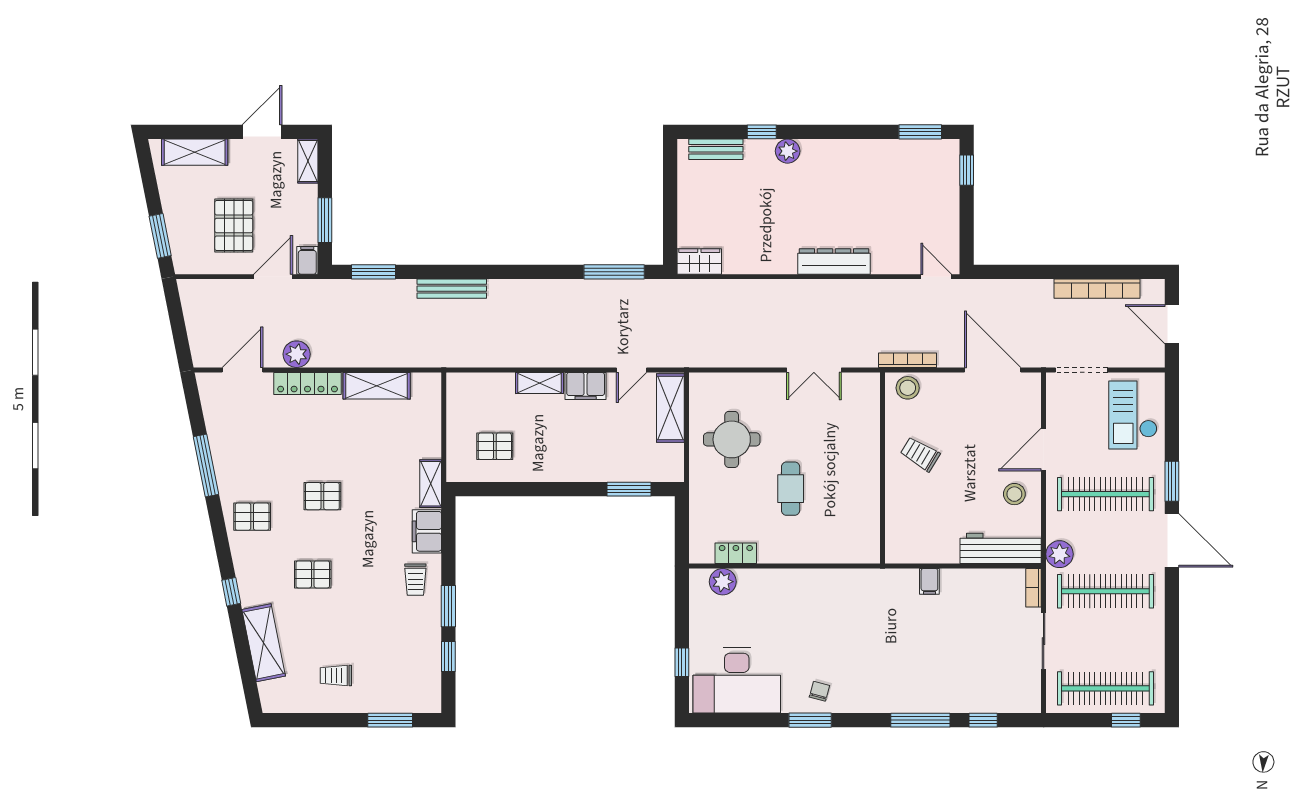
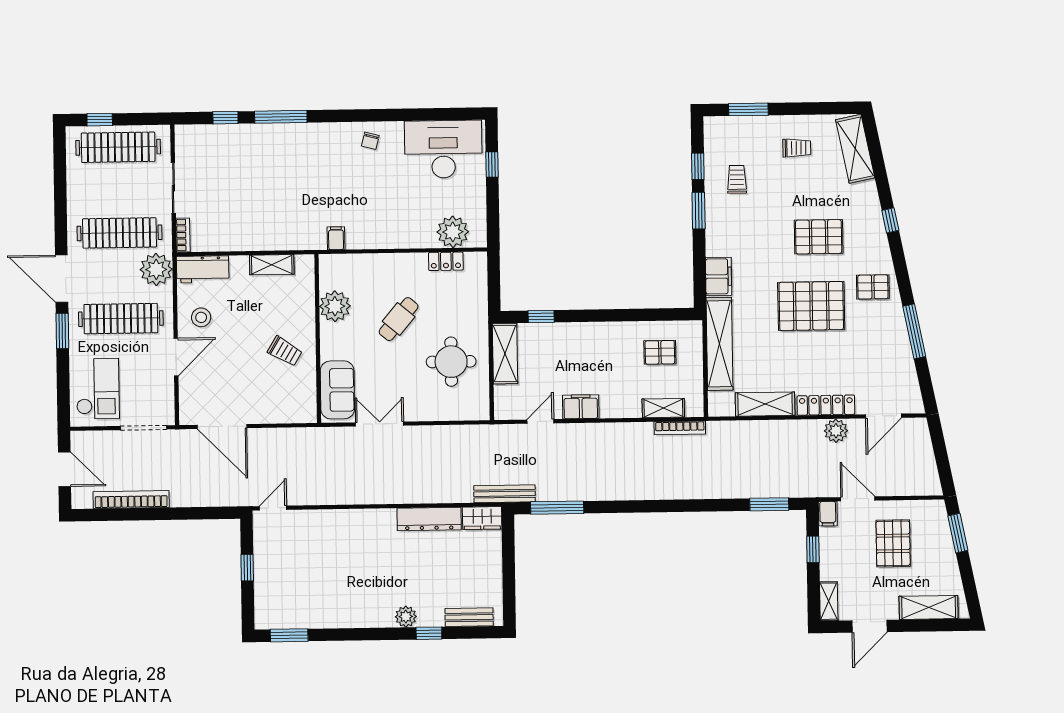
window: (967, 170) -> (247, 568), moved
window: (325, 220) -> (813, 549), width x0.67
dresser: (834, 261) -> (429, 519), moved
door: (273, 277) -> (858, 499), swing flipped
door: (936, 277) -> (273, 508), swing flipped
bench: (452, 289) -> (505, 494), moved
bookcase: (908, 360) -> (680, 428), moved
shelving: (540, 383) -> (663, 408), moved
stool: (908, 388) -> (297, 410), removed
shelving: (670, 408) -> (505, 354), moved
sofa: (861, 409) -> (337, 390), added
shelving: (431, 484) -> (720, 344), width x2.20, depth x1.33
window: (629, 489) -> (541, 316), width x0.67
cafe table: (791, 489) -> (399, 319), turned 40
pallet: (322, 496) -> (811, 306), width x2.05, depth x2.00
plant: (862, 504) -> (335, 306), added
workbench: (1001, 548) -> (203, 269), width x0.73
shelving: (933, 552) -> (272, 265), added
plant: (1060, 554) -> (156, 269), width x1.36, depth x1.36
pallet: (313, 574) -> (819, 237), width x1.50, depth x1.42
trolley: (415, 580) -> (737, 179), moved
filing cabinet: (929, 581) -> (336, 238), moved
plant: (723, 582) -> (453, 232), width x1.36, depth x1.36
shelving: (264, 643) -> (855, 149), moved
window: (810, 720) -> (378, 115), removed

